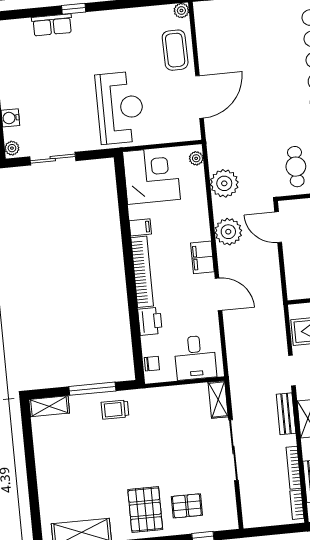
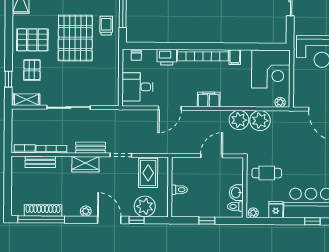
door: (278, 227) -> (212, 156), moved
plant: (228, 232) -> (239, 120), moved
door: (219, 294) -> (170, 108), moved
shelving: (218, 400) -> (26, 100), moved
pallet: (137, 451) -> (75, 38), added

